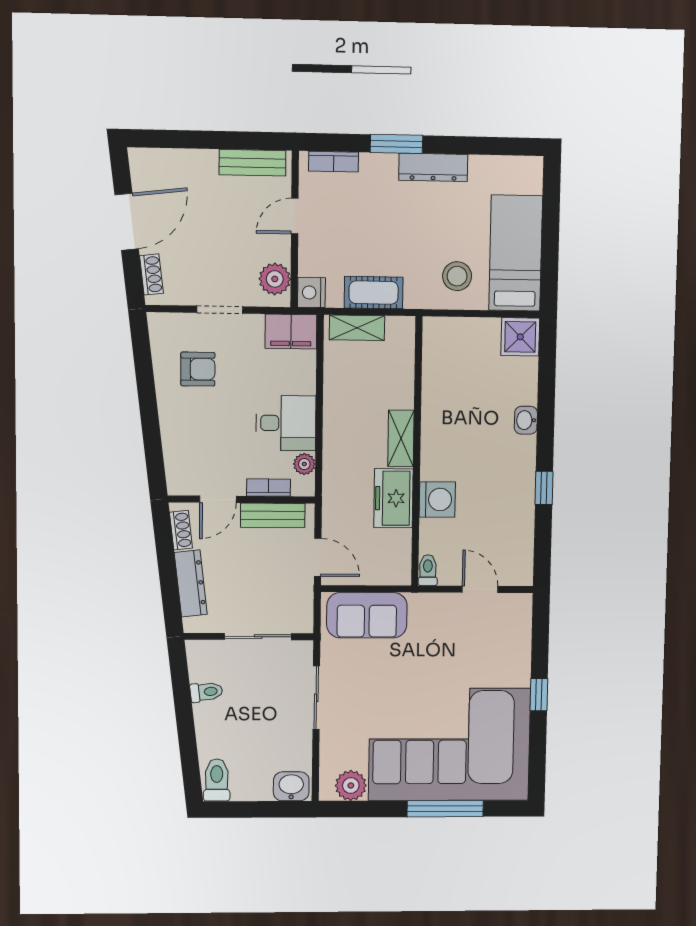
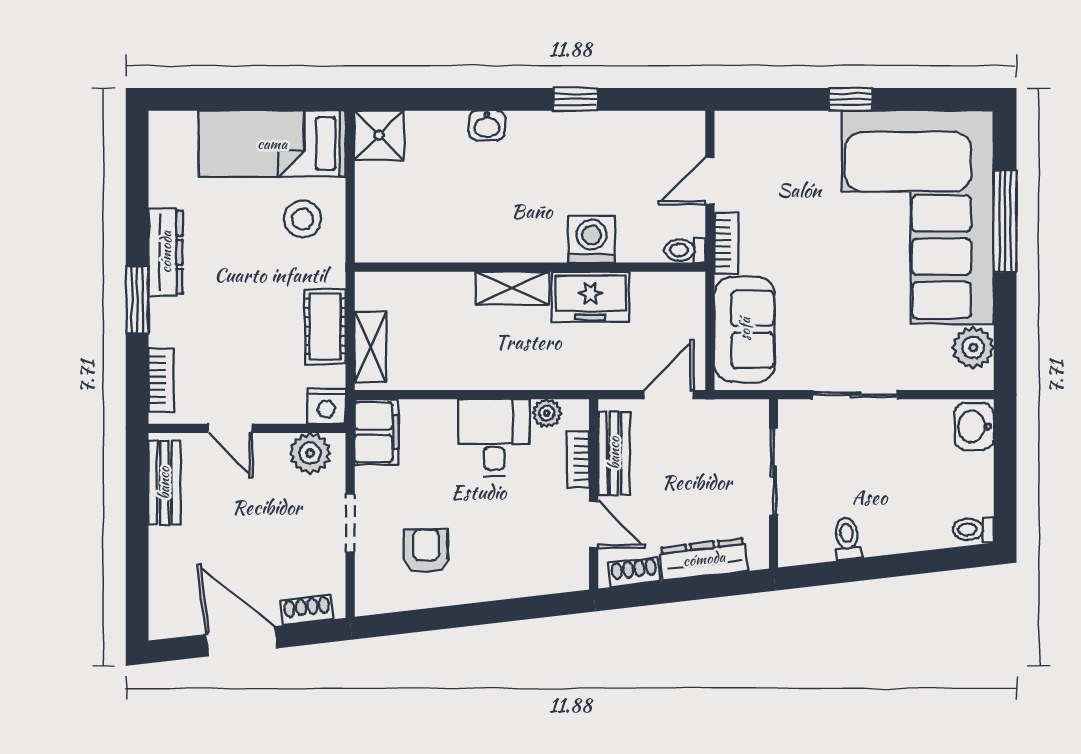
bookcase: (432, 602) -> (727, 243), added
toilet: (217, 780) -> (973, 529), width x0.73, depth x0.72

